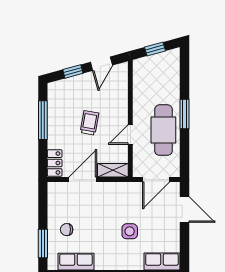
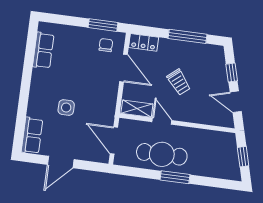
trolley: (89, 123) -> (179, 82), turned 41
shelving: (113, 170) -> (137, 109), moved, turned 90
door: (185, 209) -> (61, 162), moved
chair: (67, 230) -> (106, 45), moved
window: (43, 244) -> (103, 25), moved

